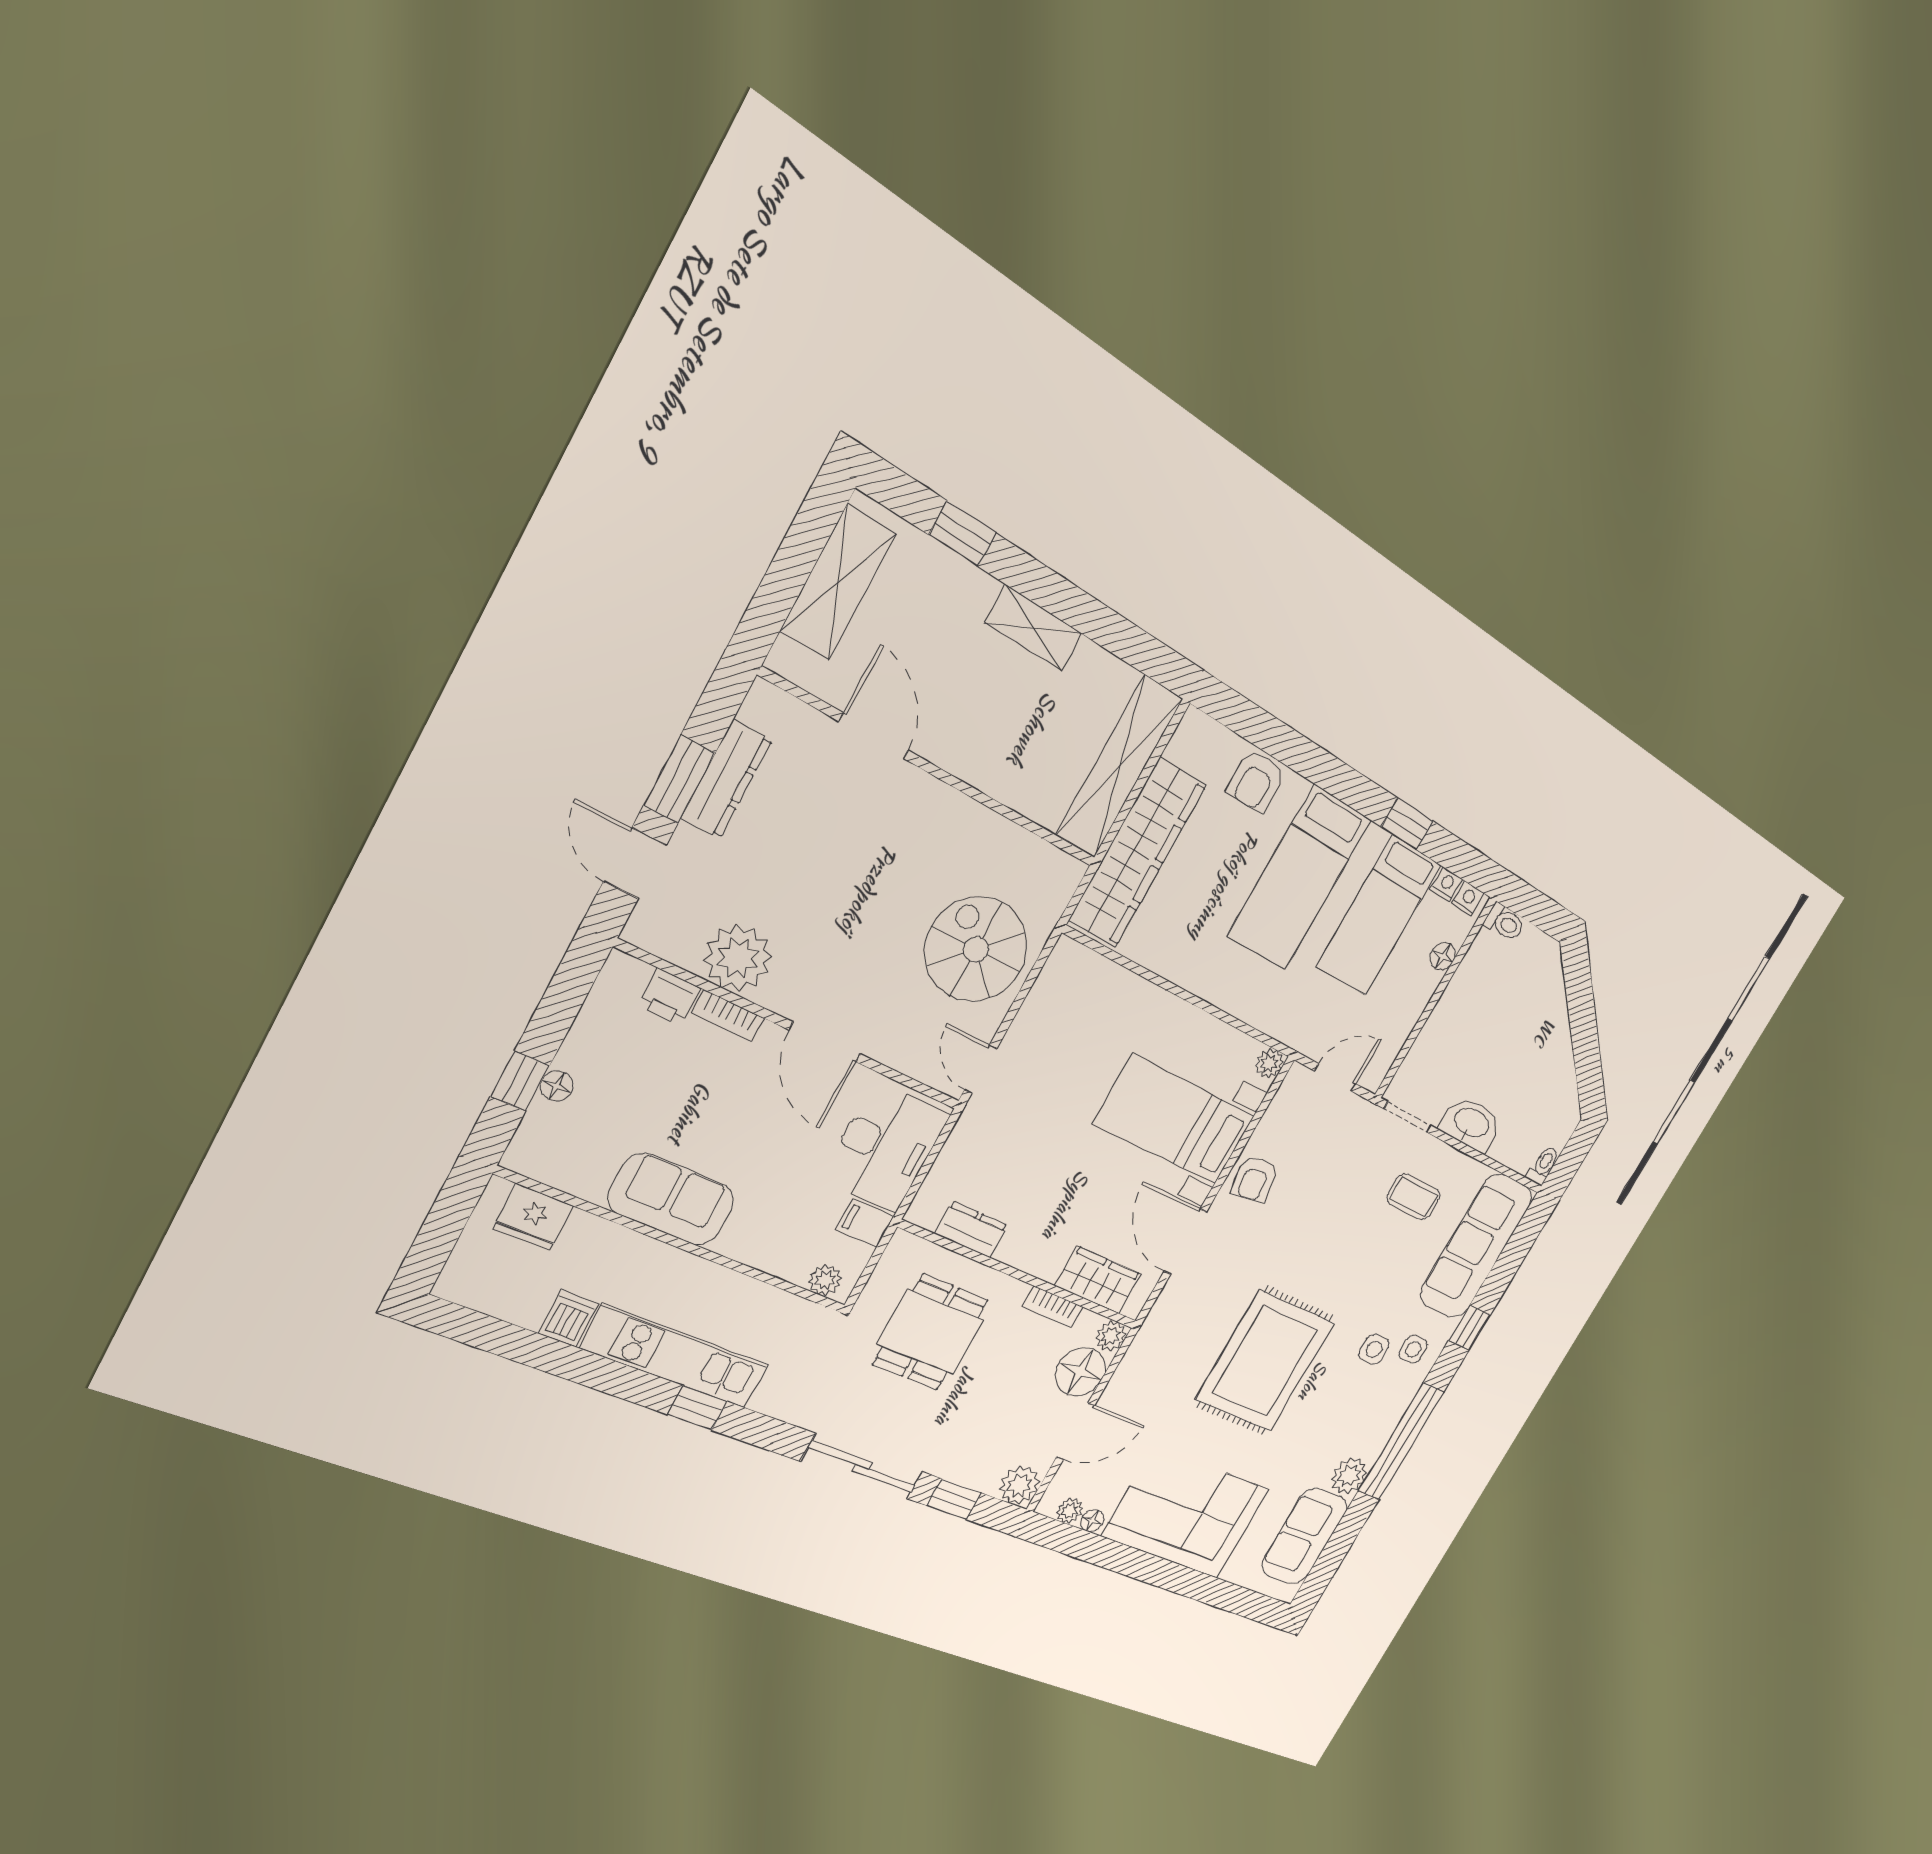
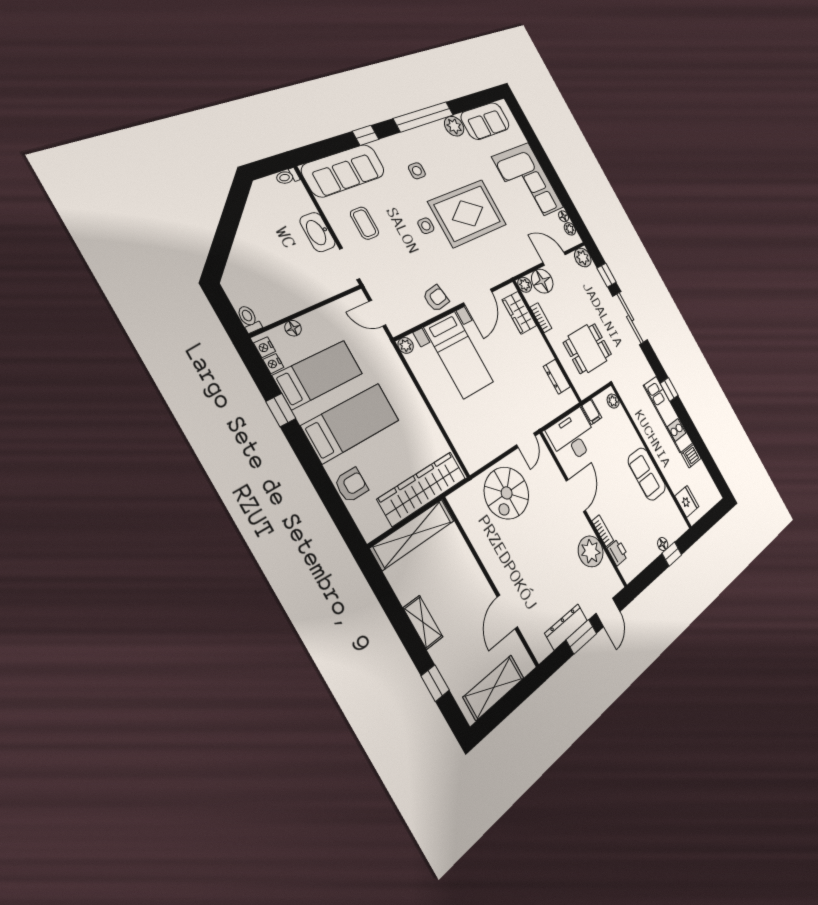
side table: (1413, 1349) -> (426, 226), moved

